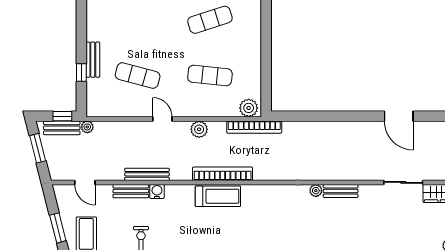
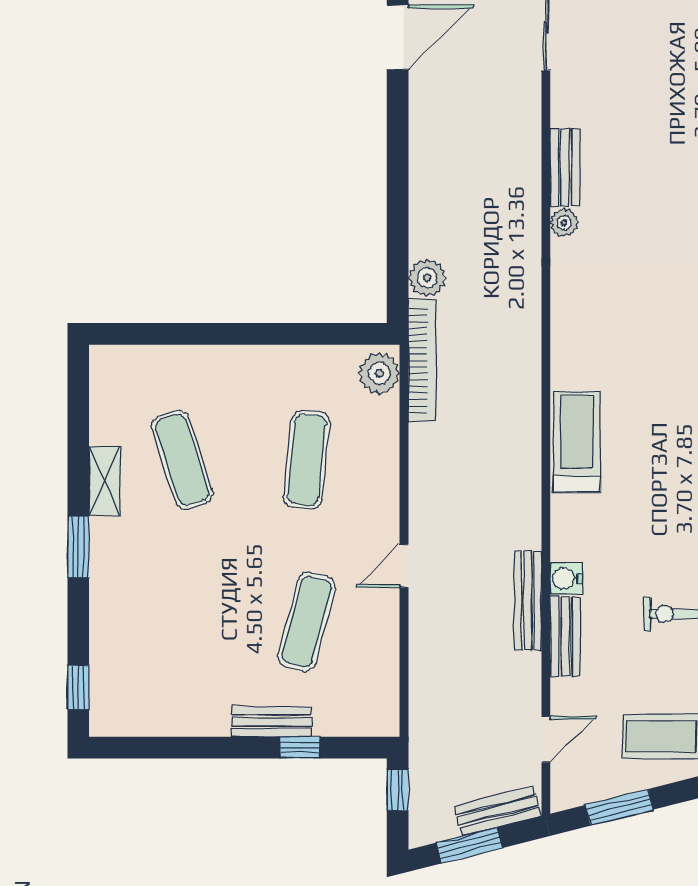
plant: (87, 127) -> (422, 734), removed
bench: (62, 128) -> (498, 811), moved, turned 76
plant: (199, 129) -> (427, 278), moved
bookcase: (223, 174) -> (526, 432), removed
window: (58, 228) -> (619, 807), moved

